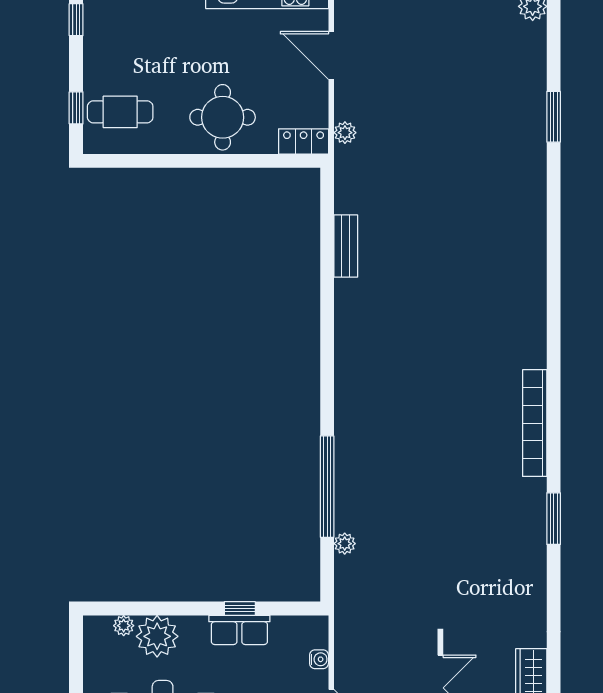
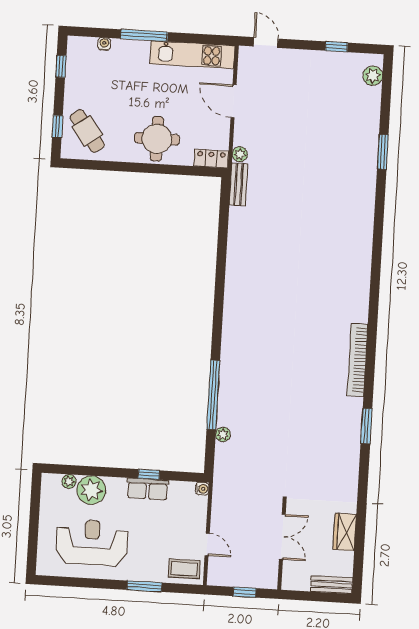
cafe table: (120, 112) -> (87, 131), turned 54
bench: (346, 246) -> (239, 184), moved
water cooler: (319, 659) -> (202, 489), moved

